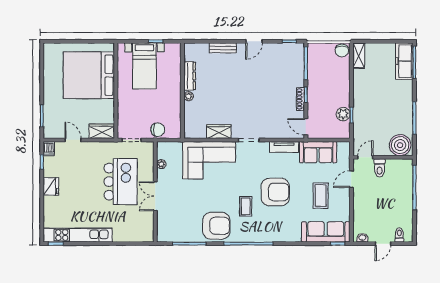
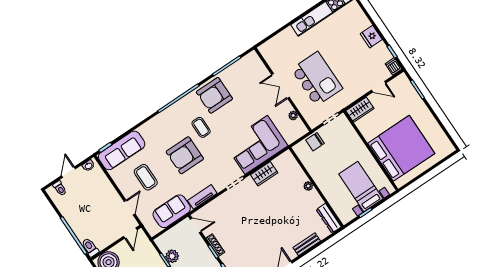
dresser: (190, 76) -> (329, 218), moved
toilet: (380, 168) -> (90, 247), moved
kitchen island: (121, 182) -> (317, 79), turned 180
double door: (155, 196) -> (281, 86), swing flipped

